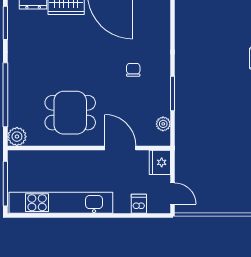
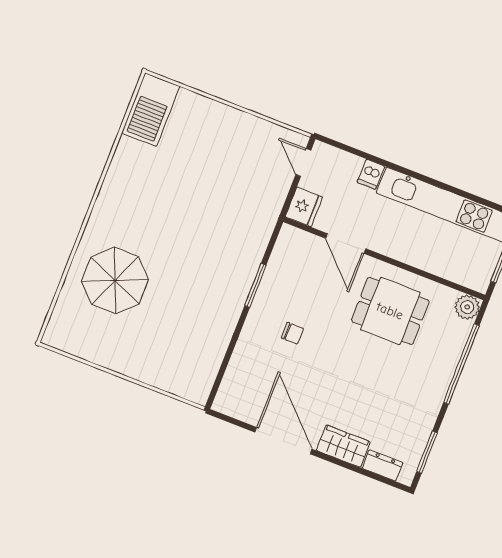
chair: (133, 70) -> (292, 333), turned -90
plant: (163, 124) -> (281, 252), removed
dishwasher: (139, 204) -> (371, 174), moved

